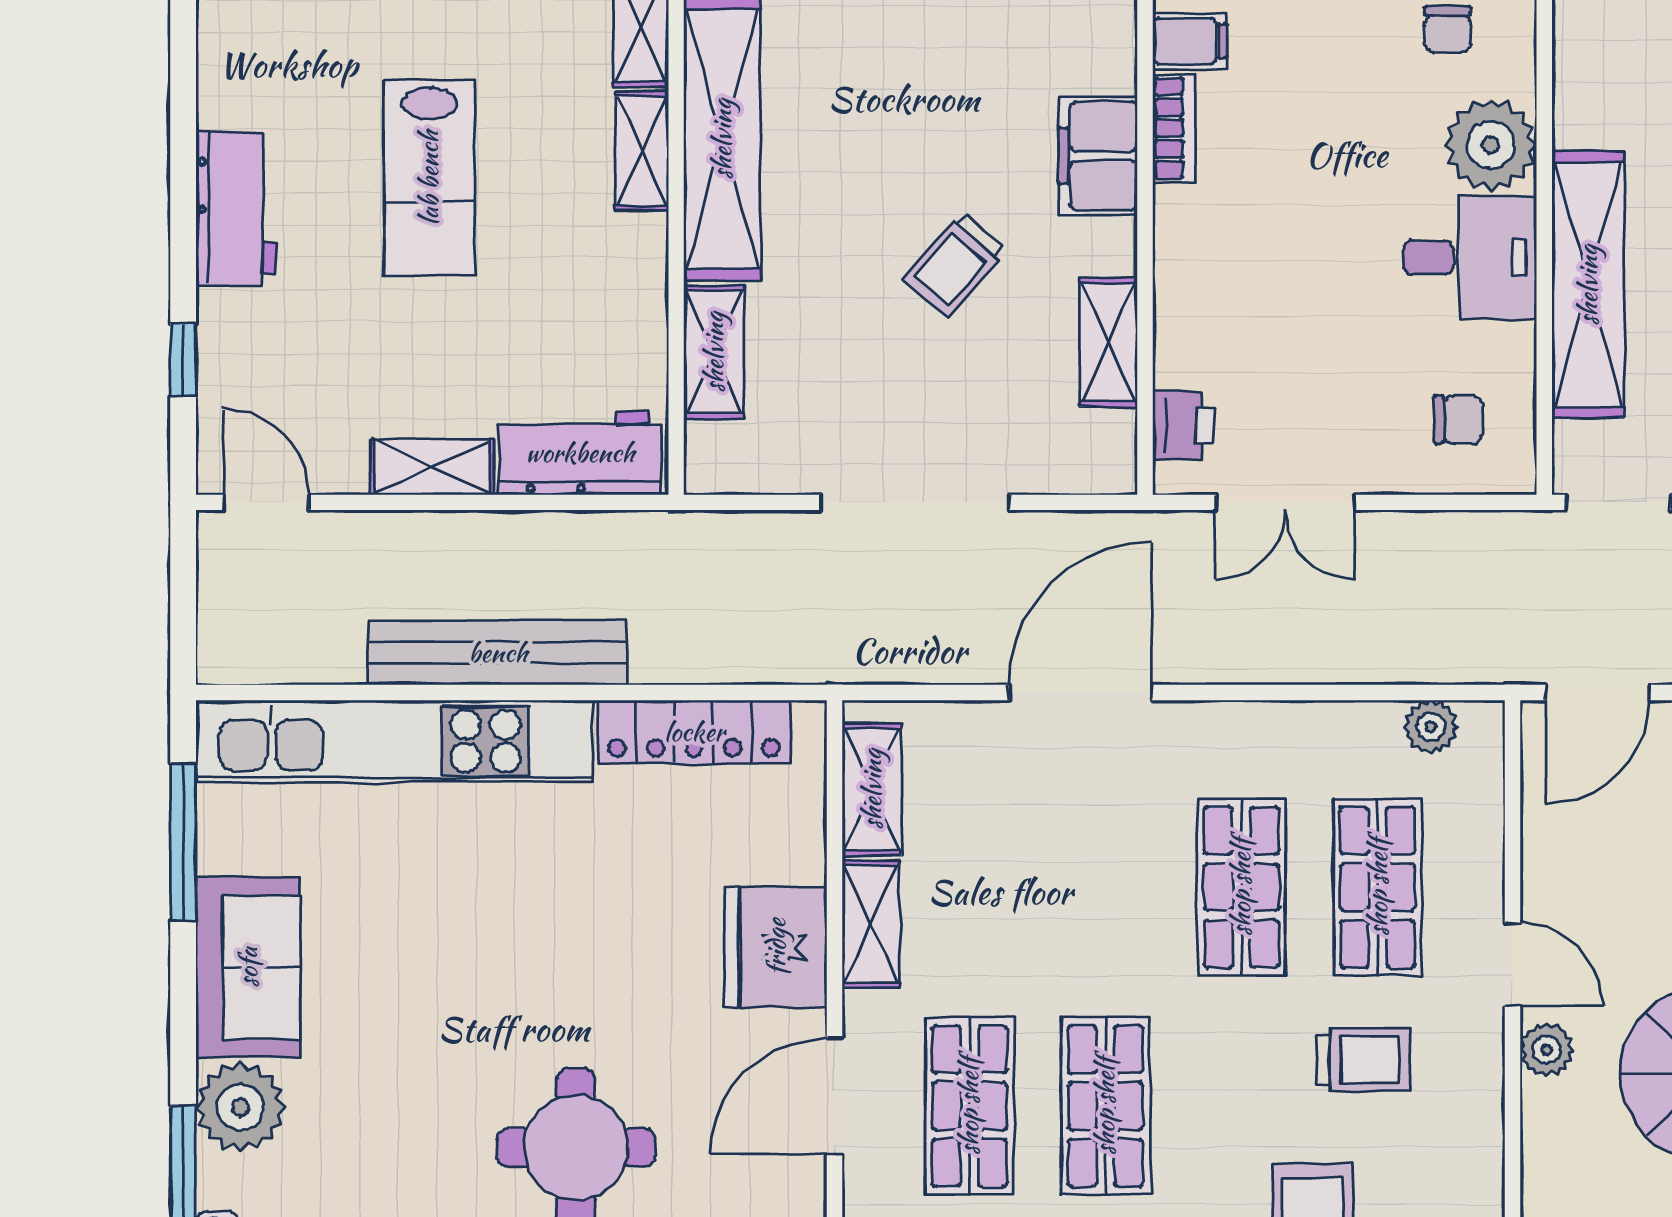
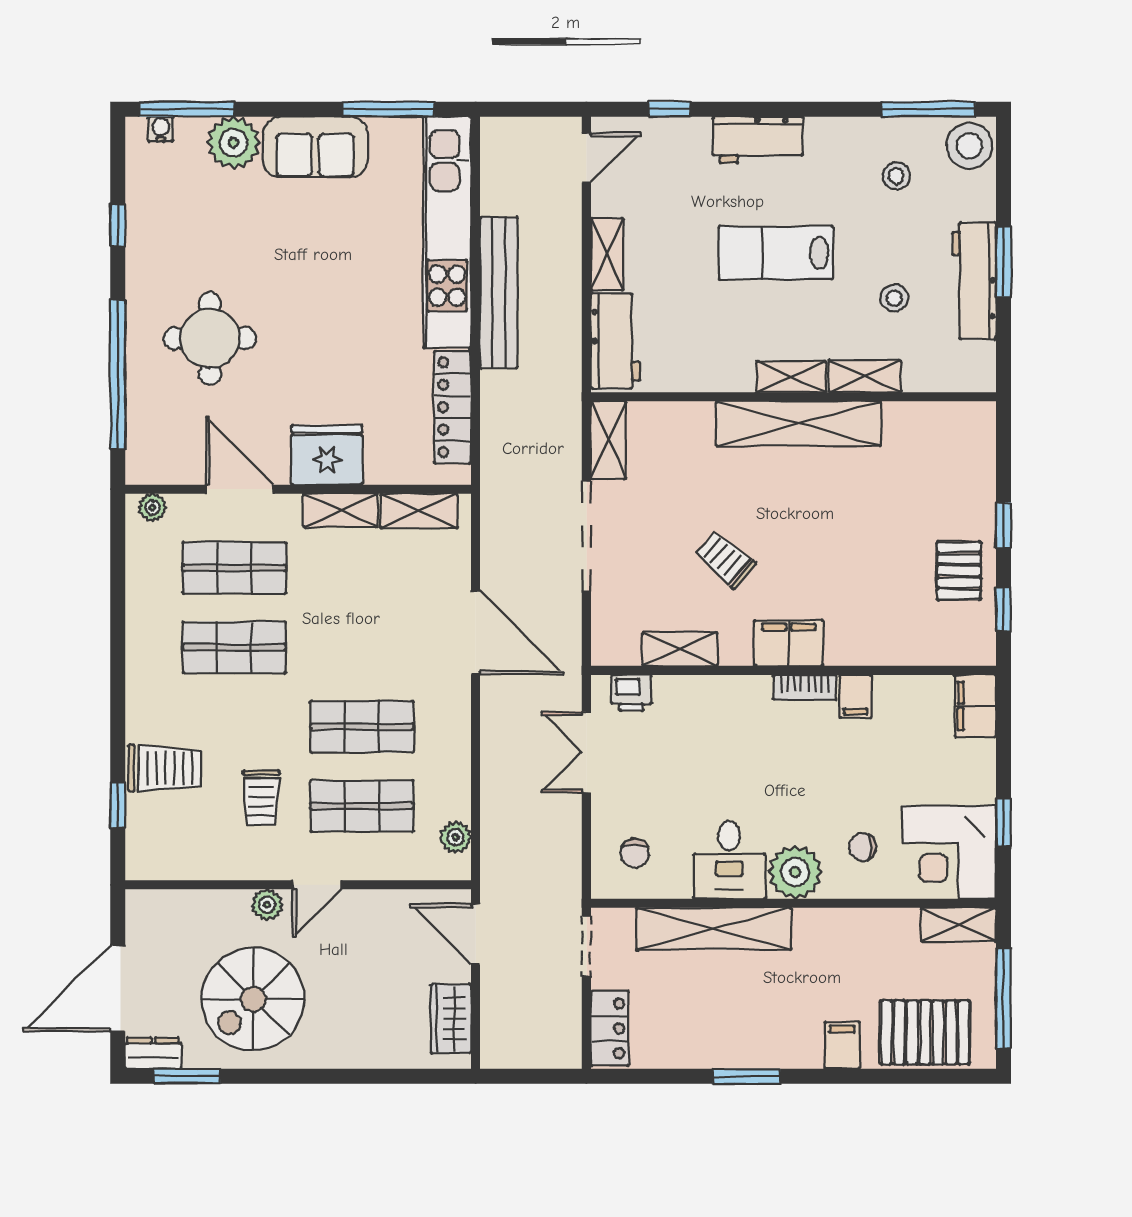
shelving: (714, 352) -> (608, 440), moved, turned 90

